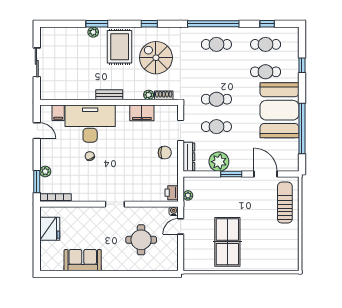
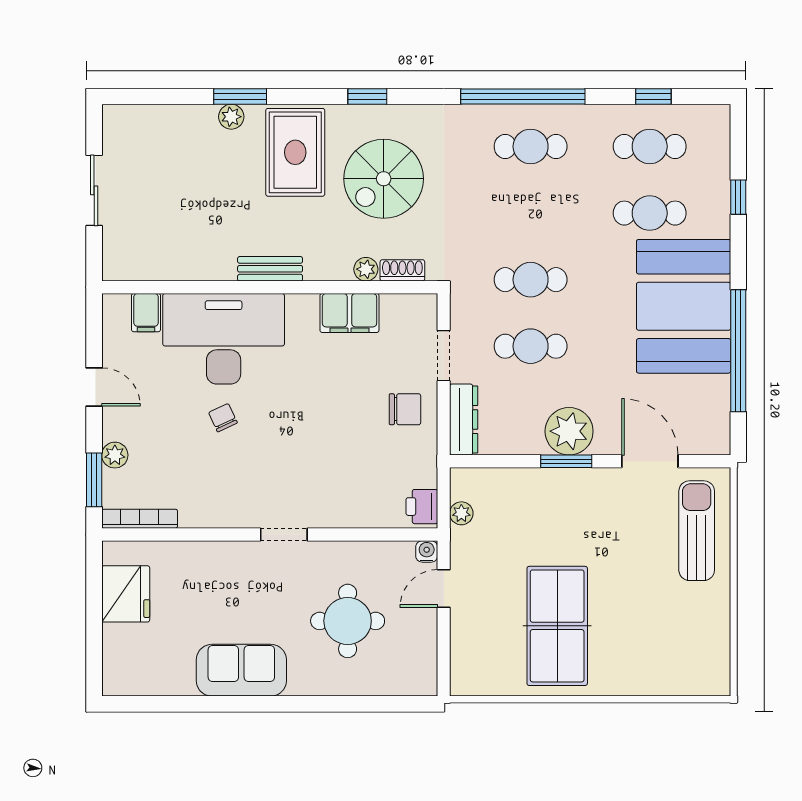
spiral stairs: (156, 58) -> (384, 179), turned -90
door: (37, 131) -> (94, 387), moved
plant: (219, 162) -> (569, 431), moved
sofa: (83, 260) -> (241, 670), moved

